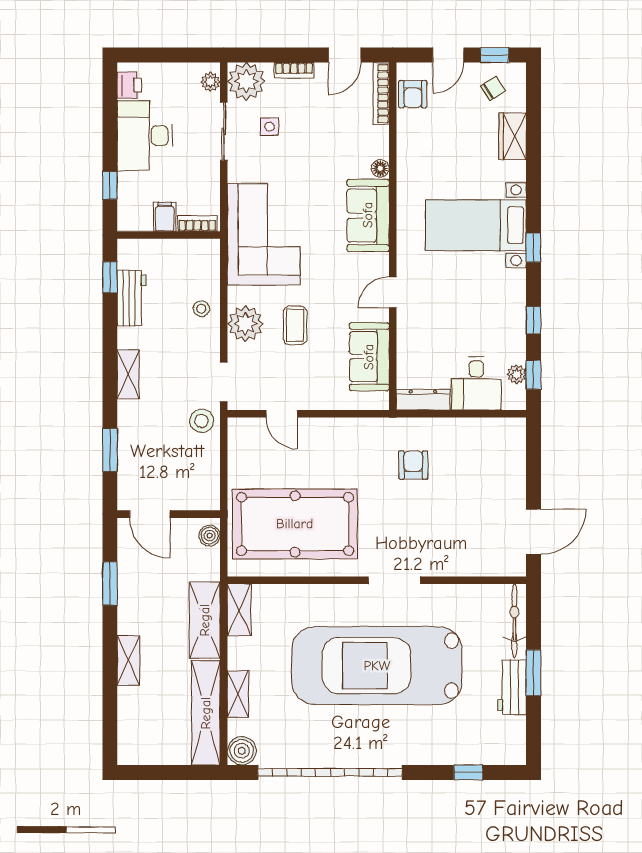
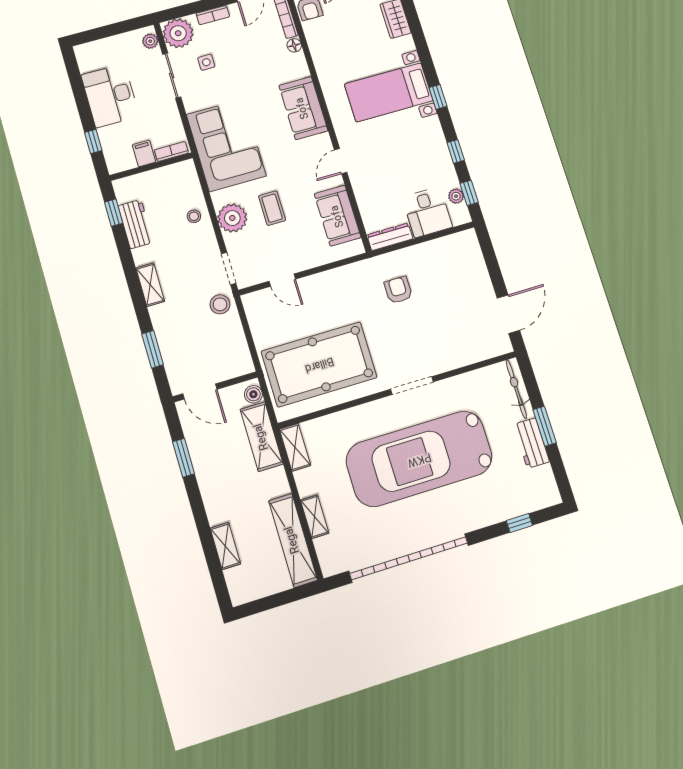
printer: (129, 85) -> (87, 61), removed
floor lamp: (380, 168) -> (294, 45), moved
shelving: (205, 620) -> (262, 437), moved
shelving: (128, 660) -> (225, 546), moved
boiler: (242, 751) -> (332, 563), removed

